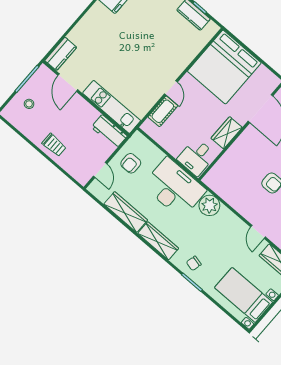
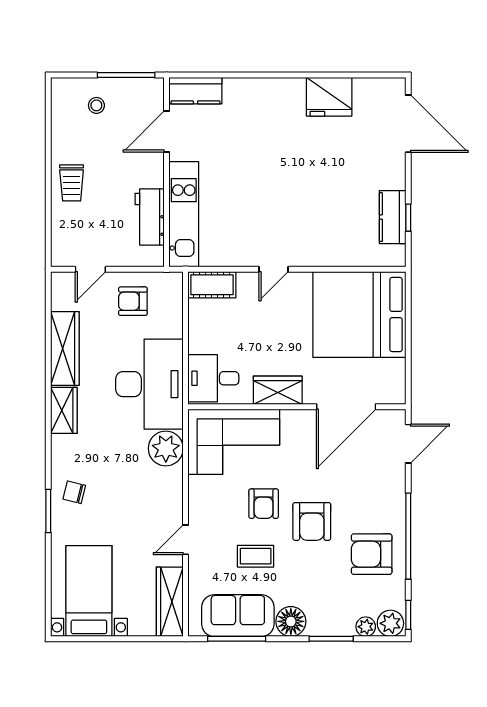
cot: (163, 111) -> (212, 285), moved
workbench: (109, 132) -> (150, 217), moved
corner sofa: (233, 172) -> (234, 442), added
wardrobe: (158, 241) -> (64, 410), width x0.67

